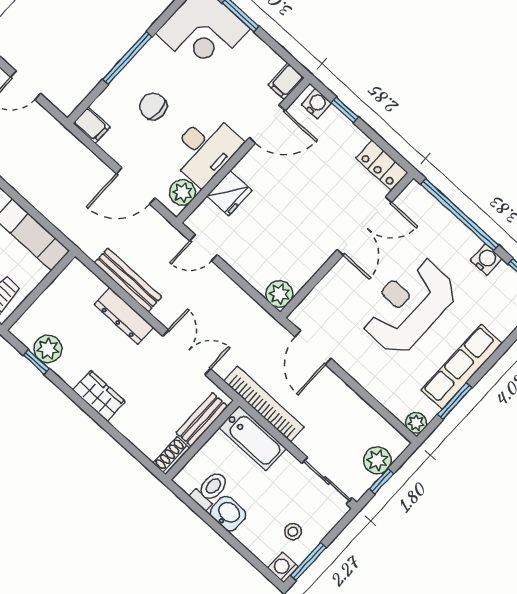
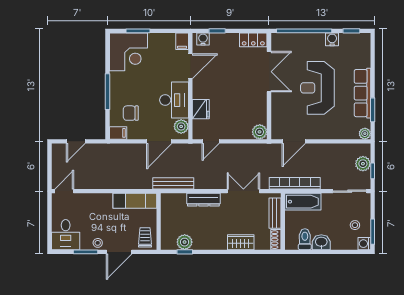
chair: (153, 106) -> (131, 113), moved
bench: (128, 280) -> (173, 183), moved
door: (313, 348) -> (294, 141), hinge flipped
wardrobe: (99, 396) -> (241, 242), moved

